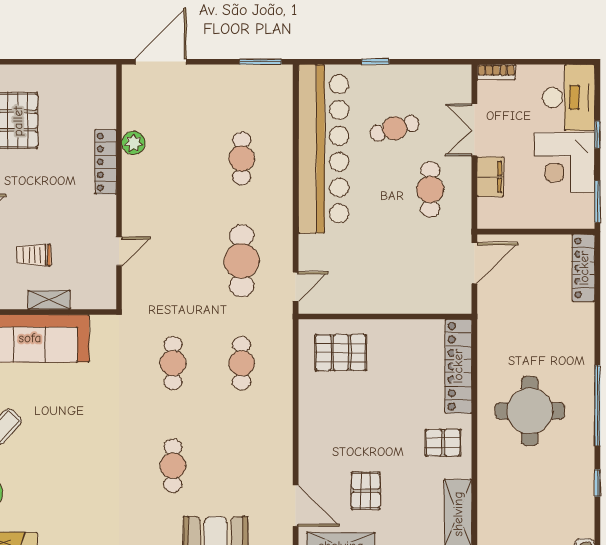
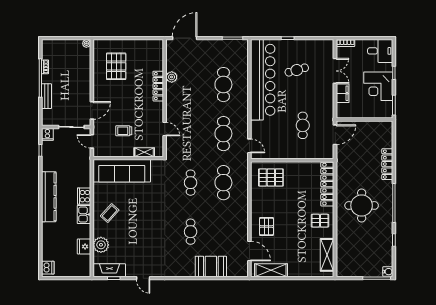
desk: (569, 98) -> (380, 51), width x0.73
double door: (474, 130) -> (335, 71), swing flipped
cafe table: (242, 159) -> (223, 85), width x1.37, depth x1.35
cafe table: (430, 189) -> (303, 125), moved
door: (119, 251) -> (165, 129), hinge flipped
locker: (584, 268) -> (387, 164), moved
door: (296, 287) -> (249, 146), hinge flipped
shelving: (49, 300) -> (144, 152), moved
cafe table: (242, 363) -> (223, 183), width x1.37, depth x1.35
pallet: (366, 491) -> (266, 226), moved

